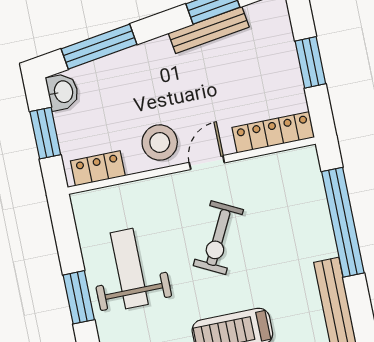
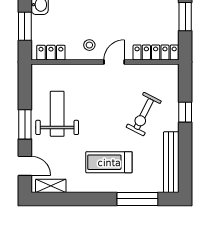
stool: (160, 142) -> (89, 45), width x0.53, depth x0.53
window: (343, 222) -> (185, 112), width x0.32
exercise bike: (218, 238) -> (144, 114), moved

